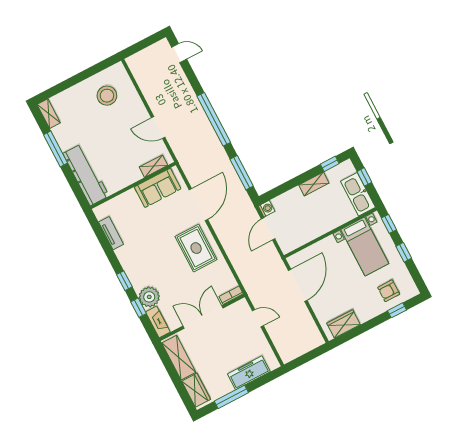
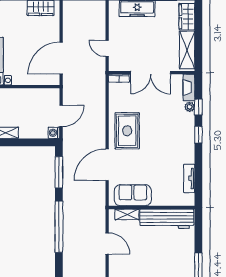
workbench: (86, 175) -> (167, 219), moved, turned -90
plant: (149, 297) -> (190, 107), width x0.53, depth x0.53

